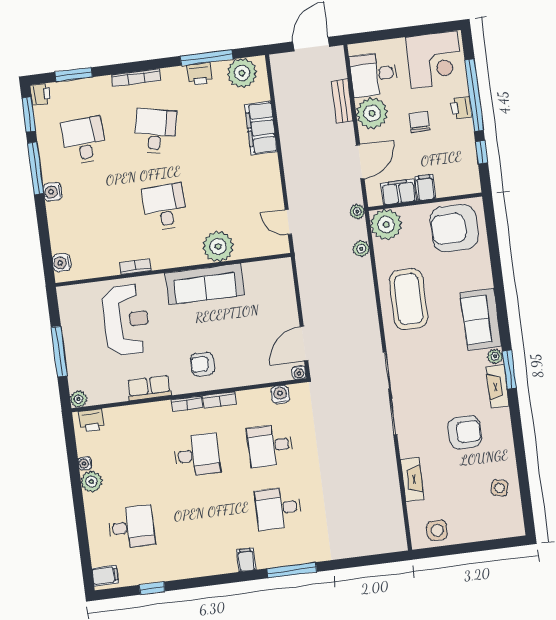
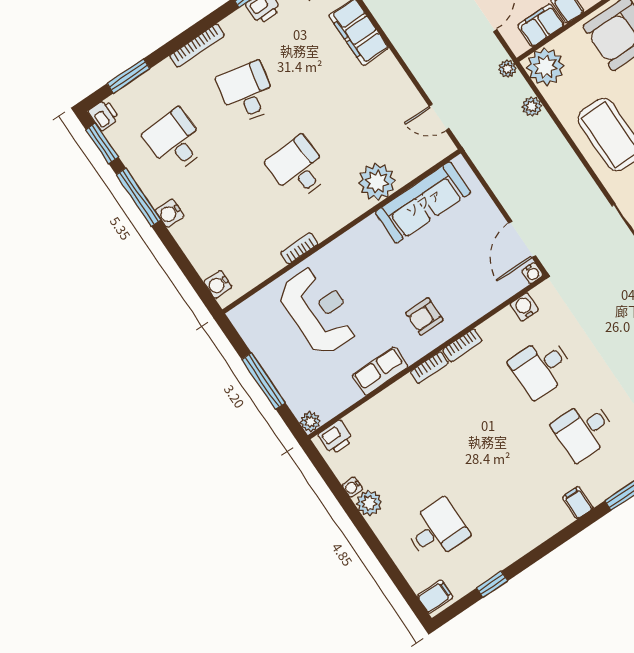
sofa: (205, 284) -> (423, 202), moved
desk: (197, 455) -> (468, 417), removed

